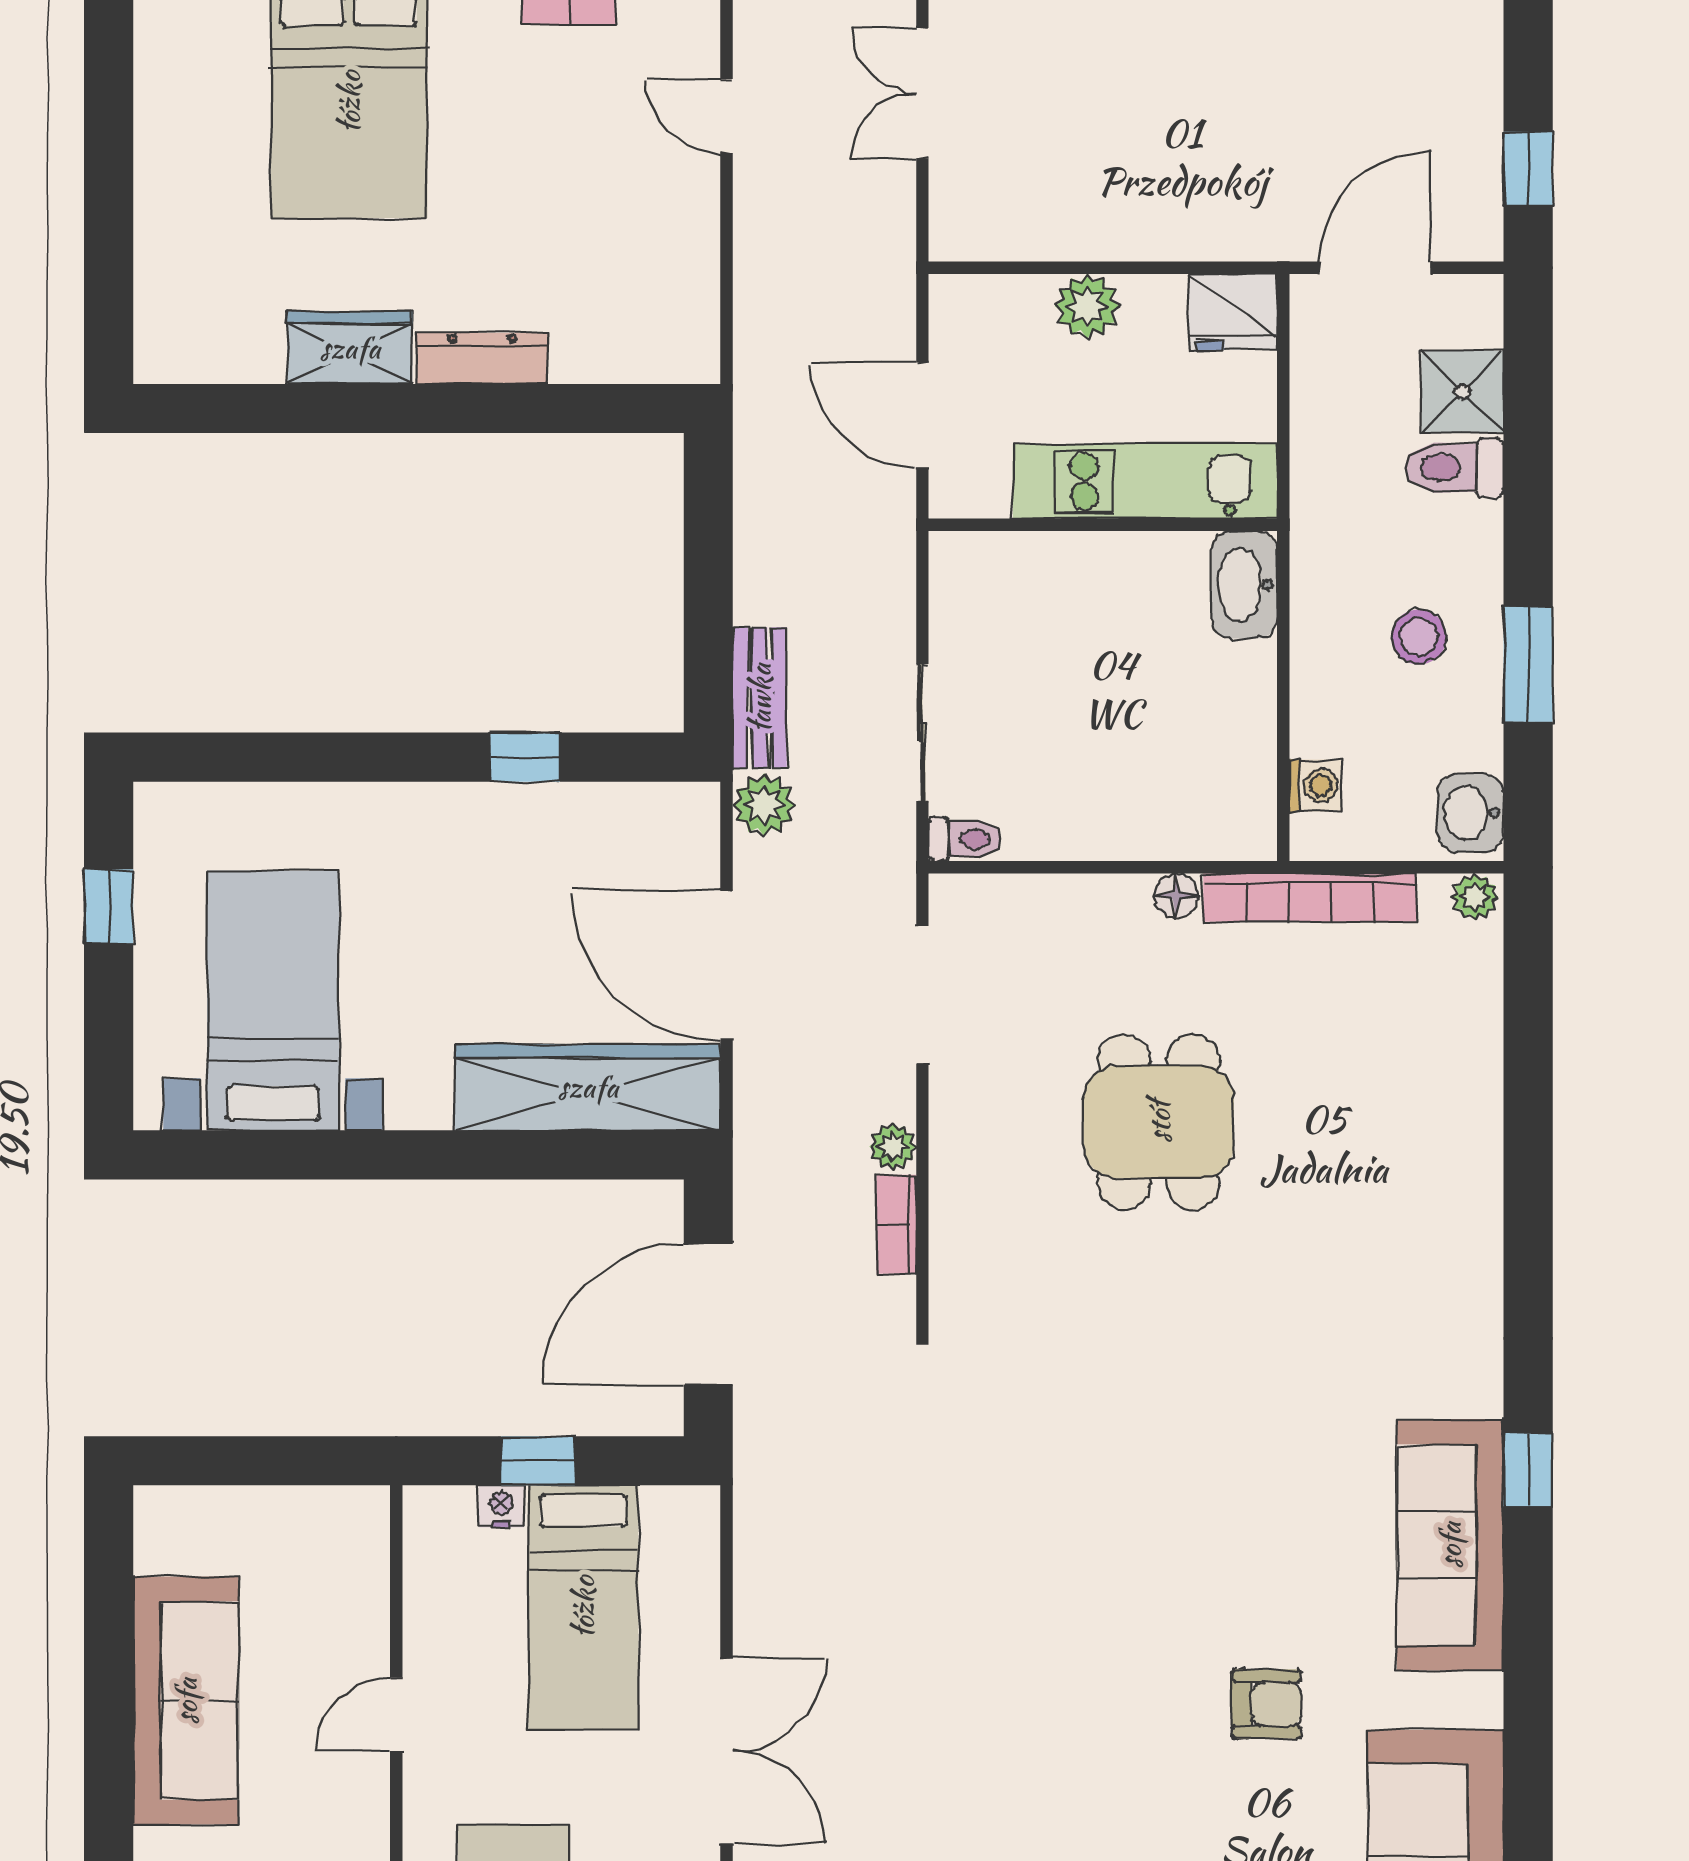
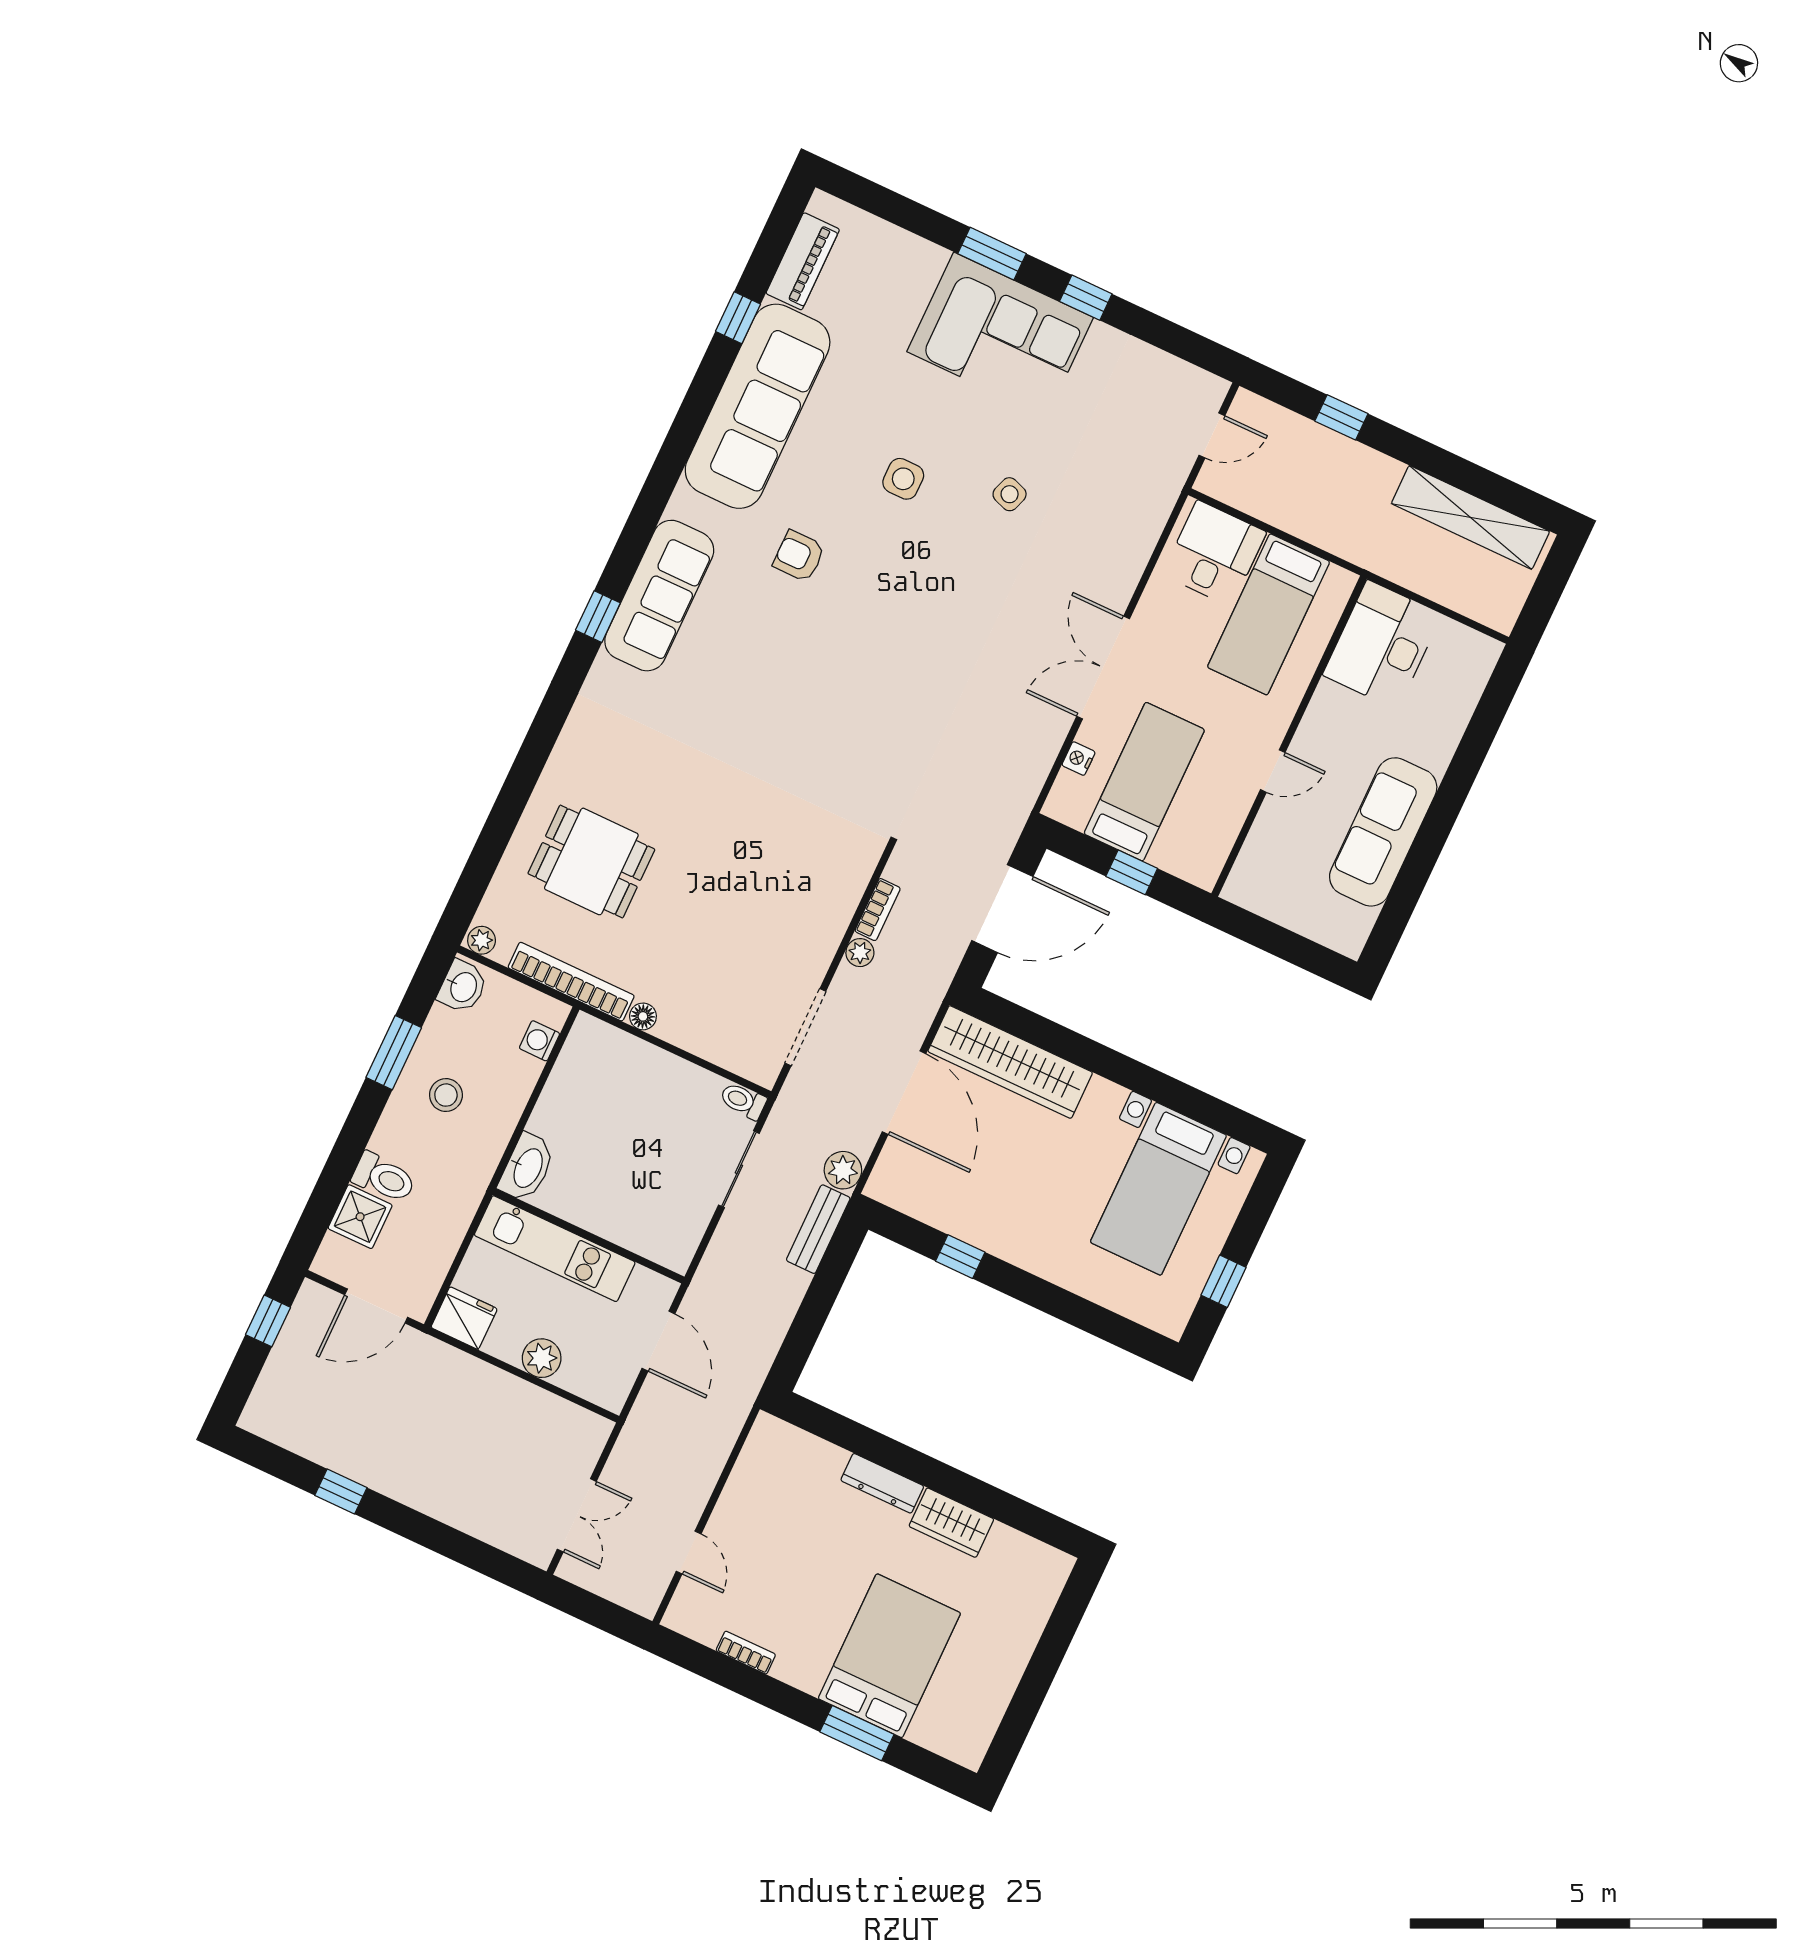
dining table: (1159, 1122) -> (591, 861), moved, turned 90
nightstand: (501, 1506) -> (1079, 759), moved, turned 90

